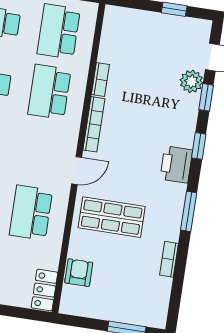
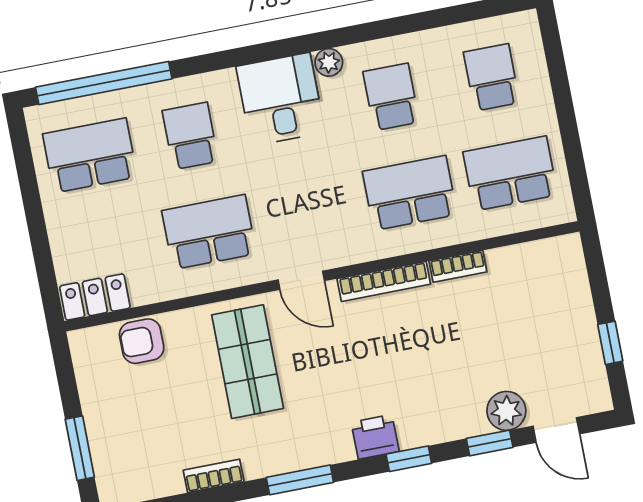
printer: (176, 165) -> (375, 437), width x0.73, depth x0.81
armchair: (79, 273) -> (142, 341), turned 180

